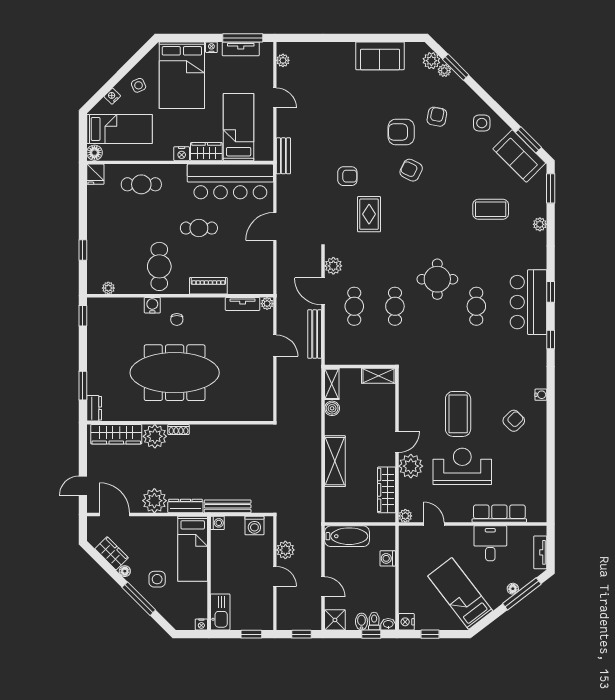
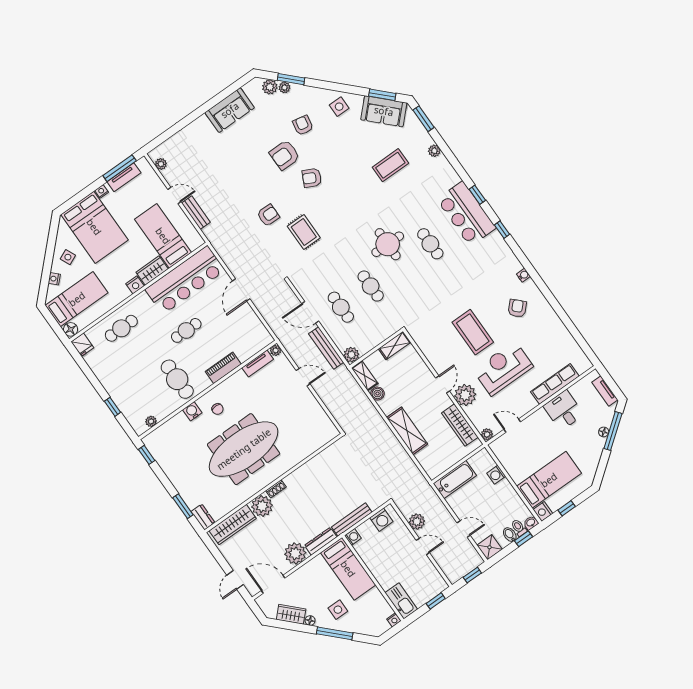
bench: (283, 156) -> (196, 213), moved
plant: (333, 266) -> (351, 355), moved
bed: (460, 594) -> (549, 480), moved, turned 128

